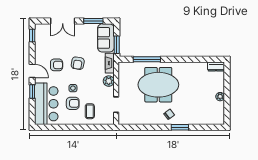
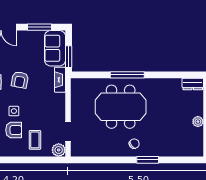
window: (147, 59) -> (127, 75), moved
plant: (109, 81) -> (59, 150), moved

